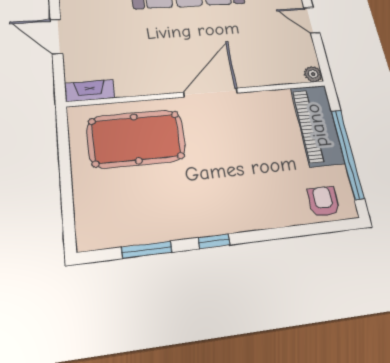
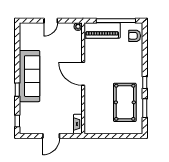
pool table: (136, 139) -> (125, 102), moved

